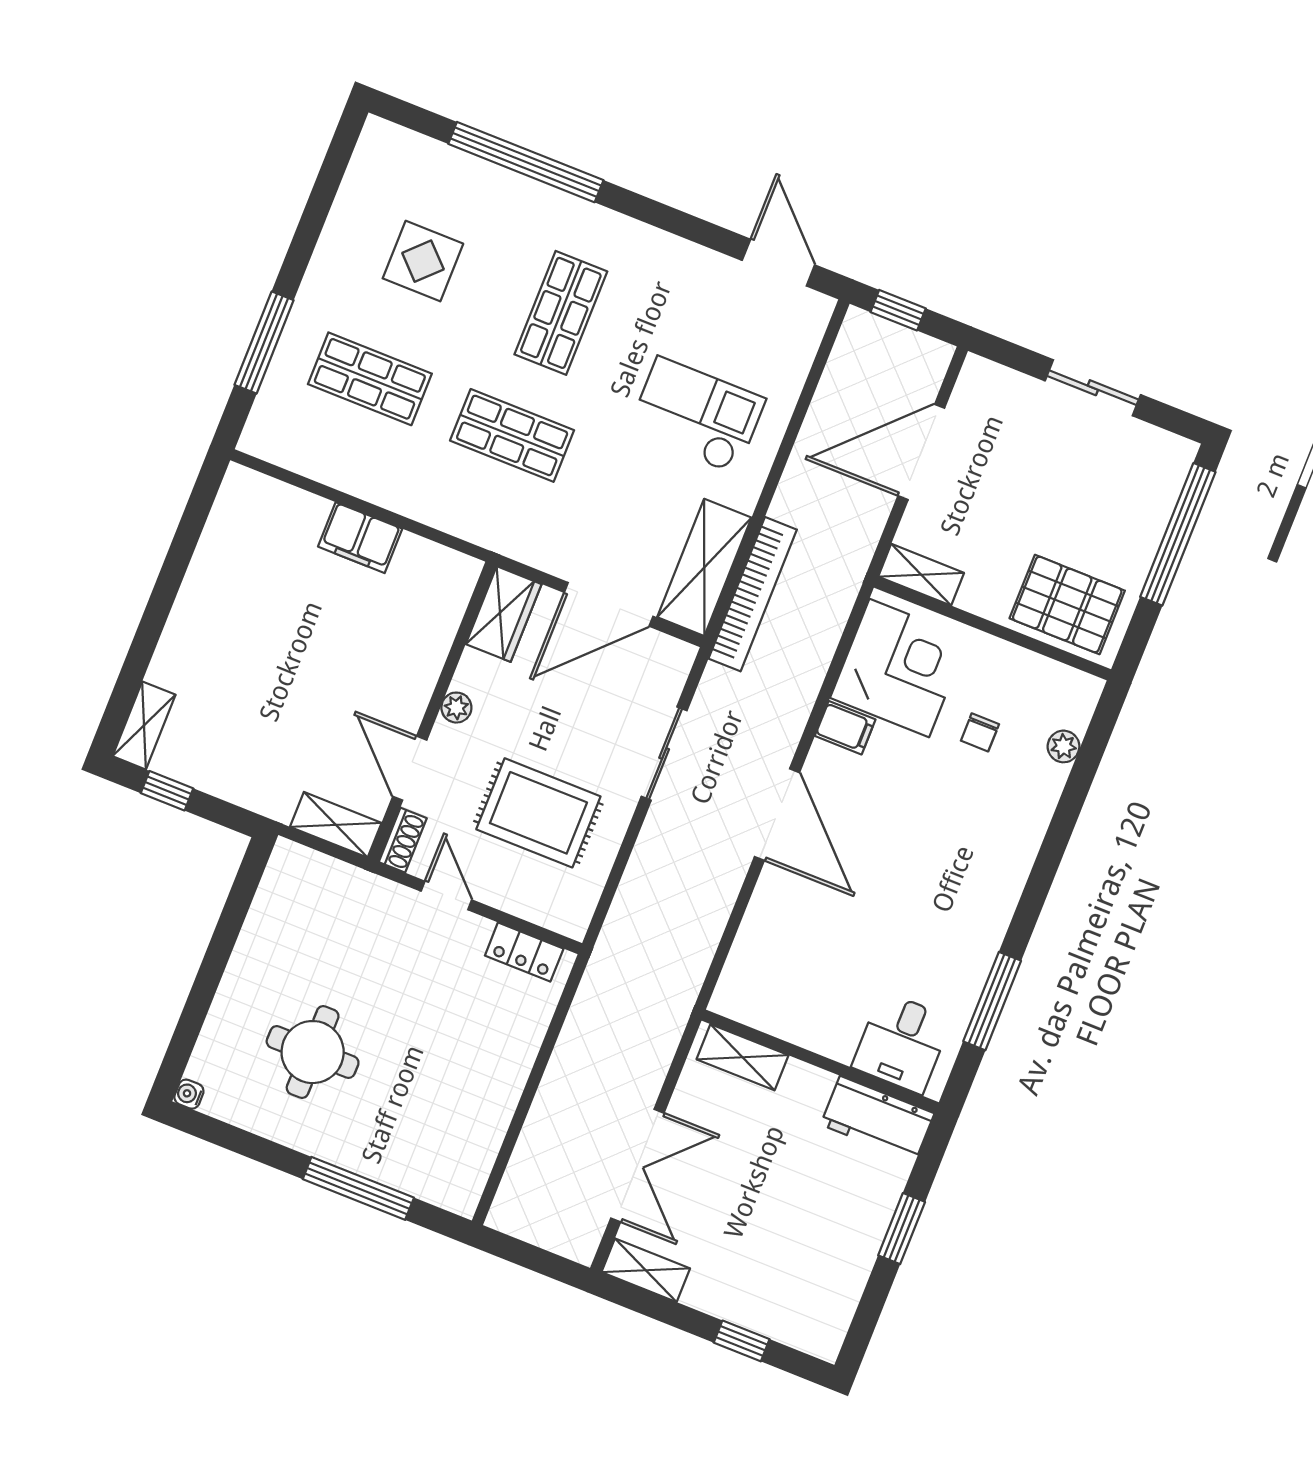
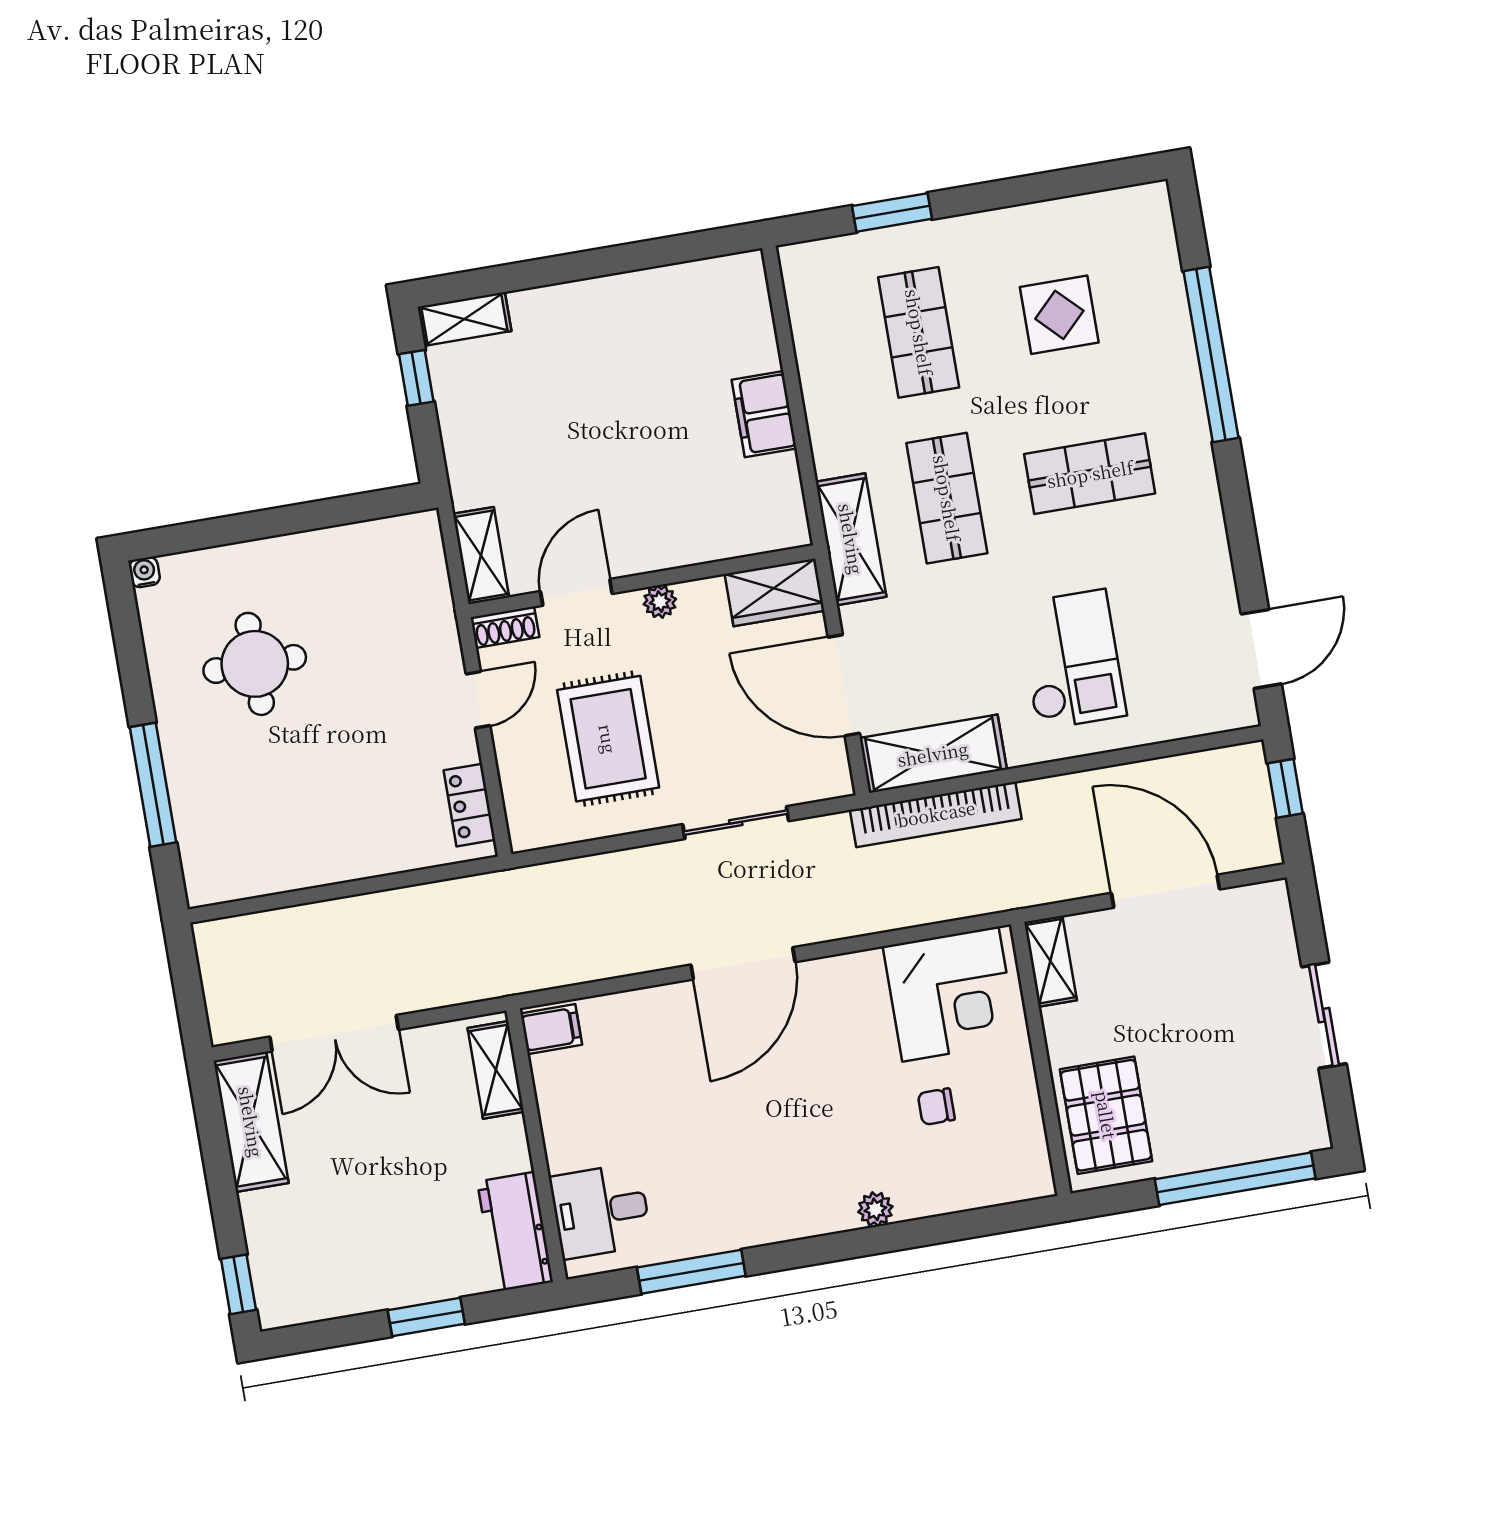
window: (264, 343) -> (892, 212), width x0.69
shelving: (499, 529) -> (851, 539), added
filing cabinet: (845, 728) -> (551, 1029), moved, turned -90
plant: (1064, 746) -> (875, 1209), moved
shelving: (646, 1270) -> (251, 1122), width x1.50, depth x1.33
window: (742, 1341) -> (238, 1284), moved

